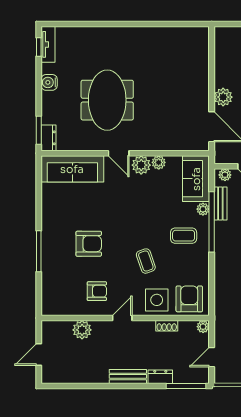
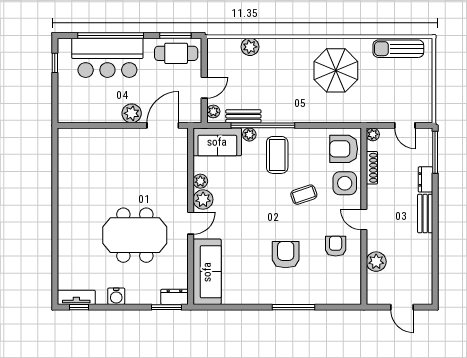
coffee table: (184, 236) -> (277, 155), width x1.36, depth x1.30
shoe rack: (167, 326) -> (372, 168), width x1.43

